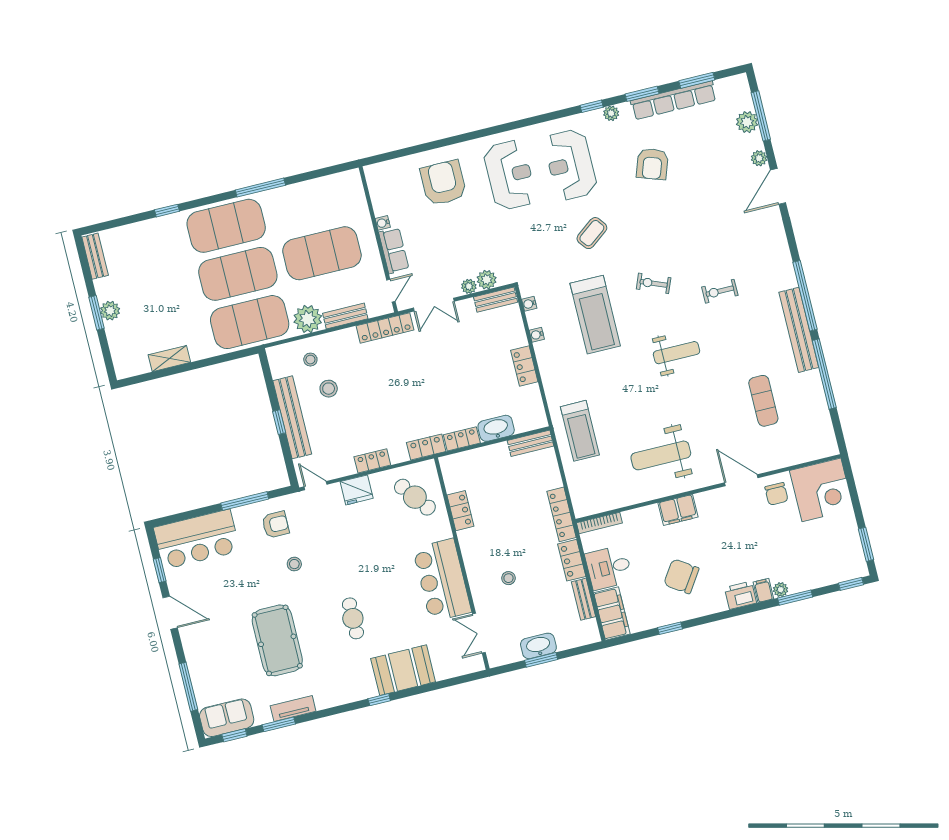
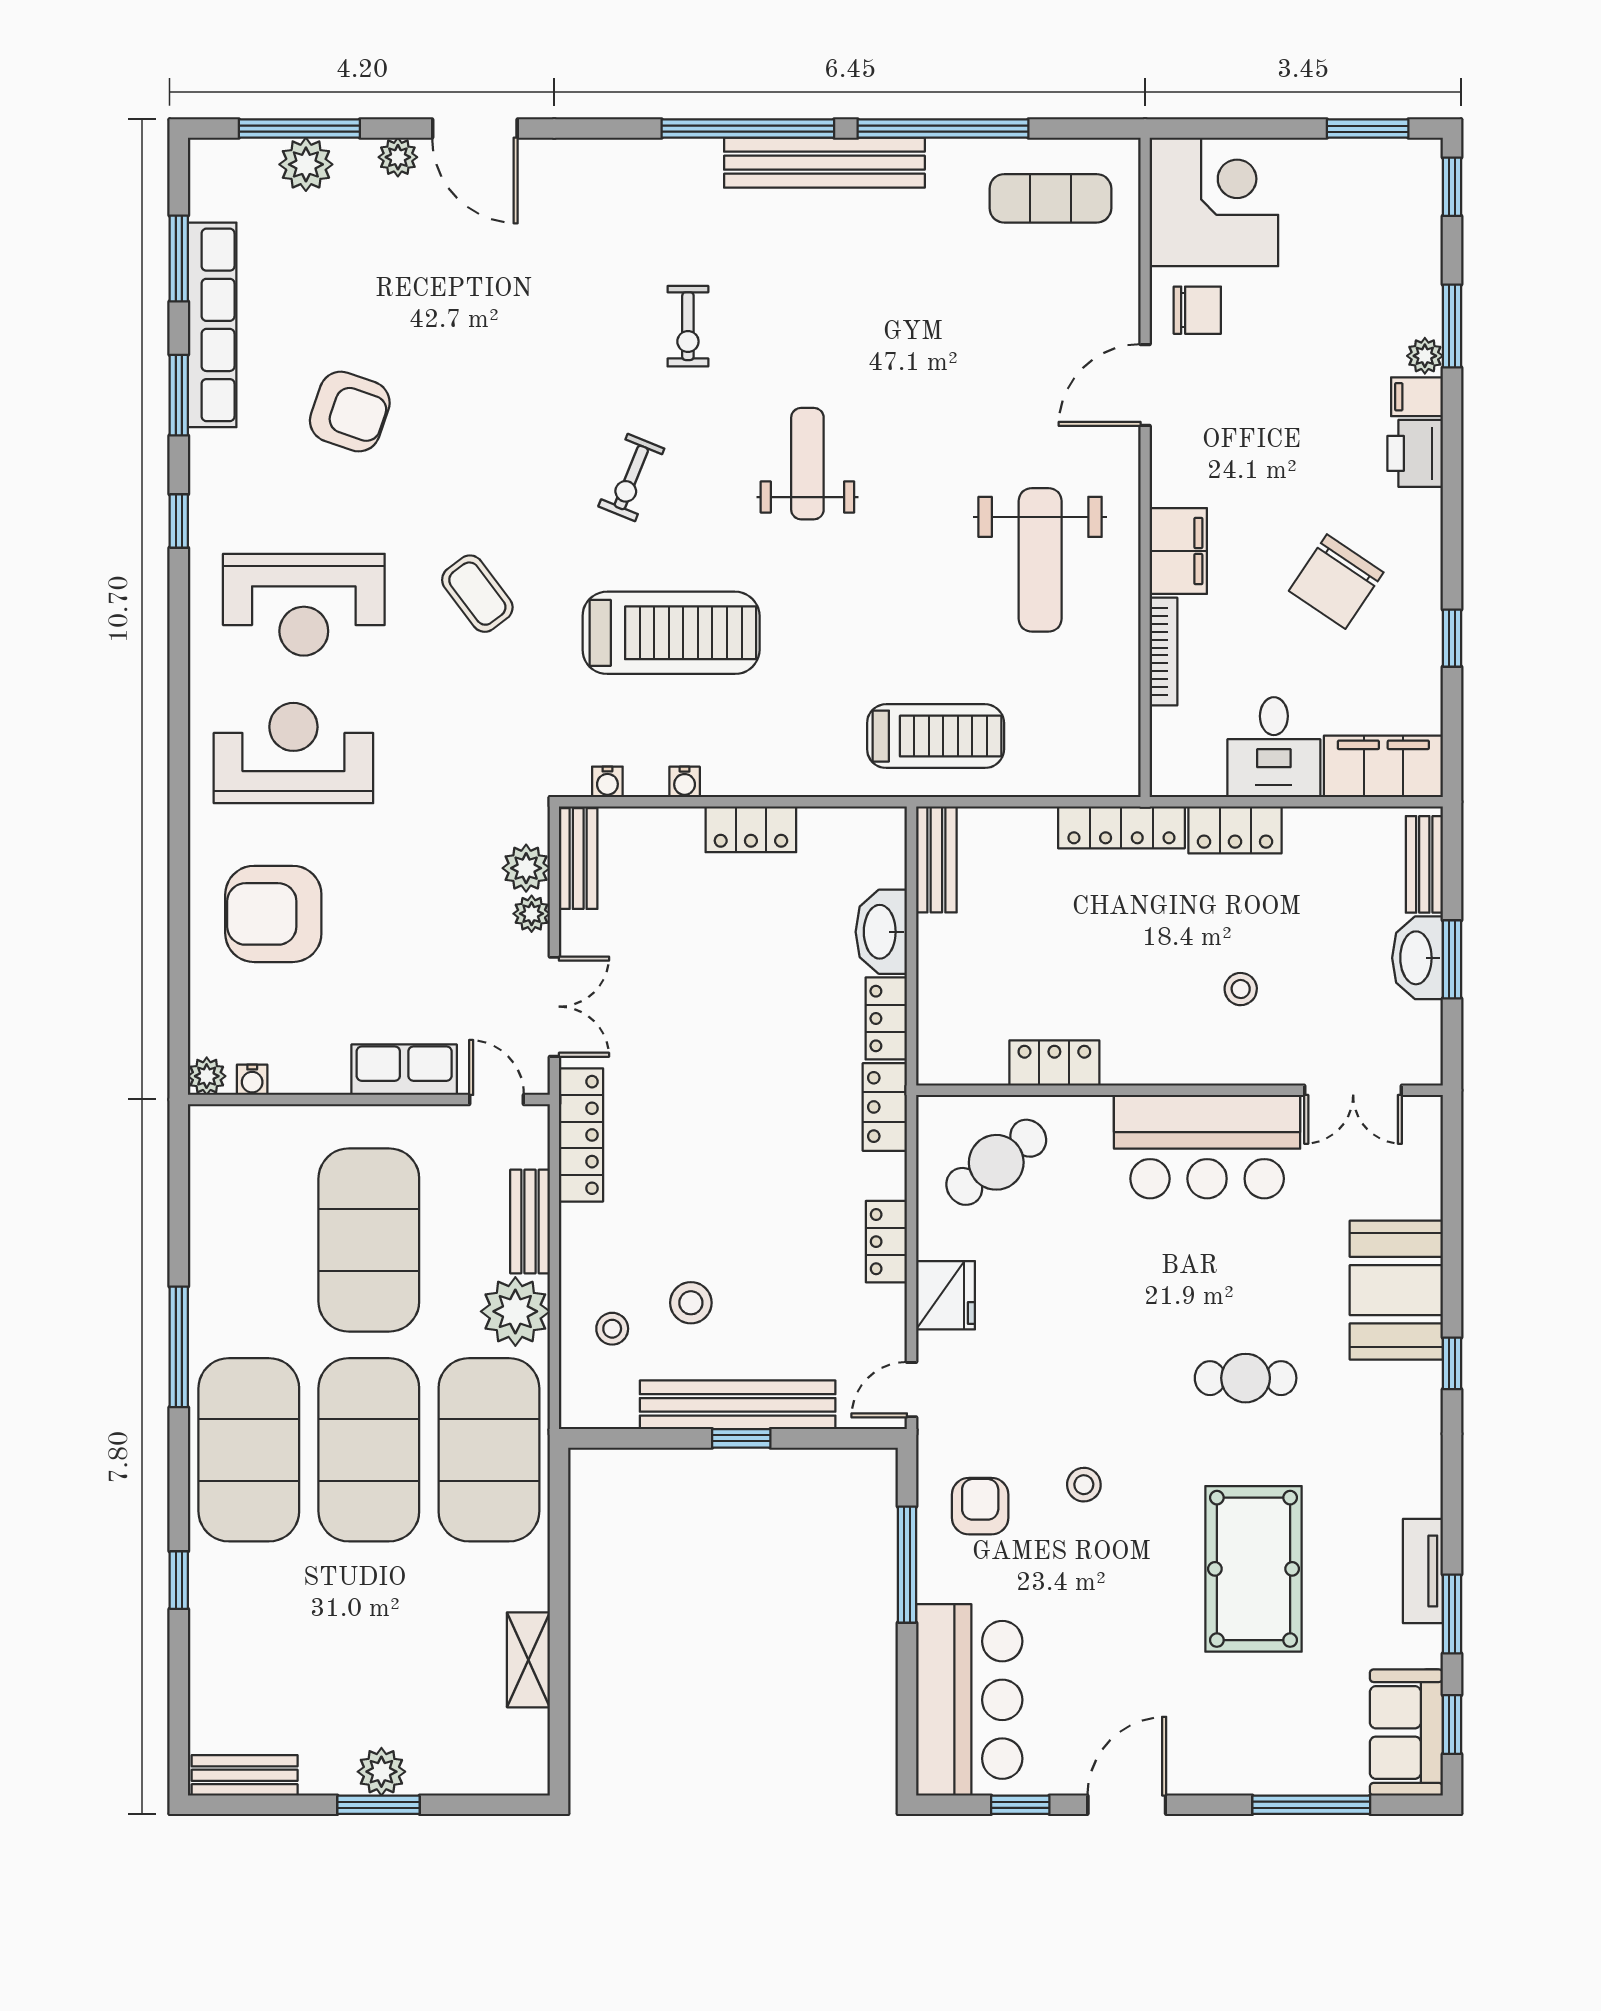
plant: (611, 113) -> (207, 1076), moved
water cooler: (383, 223) -> (252, 1080), moved
exercise mat: (763, 401) -> (1050, 198), moved
bookcase: (599, 523) -> (1163, 652), moved
bench: (583, 599) -> (1424, 864), moved, turned 90
pool table: (277, 640) -> (1254, 1569), turned 90

